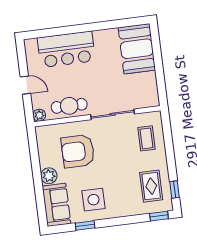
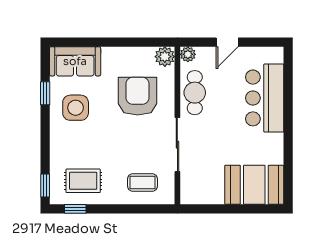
plant: (49, 176) -> (165, 57), moved

